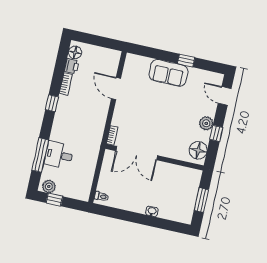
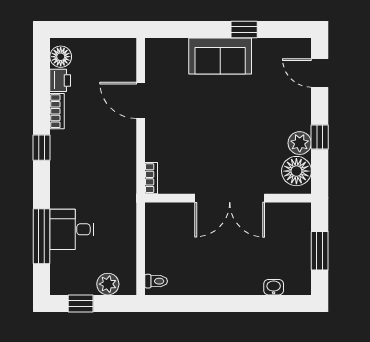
plant: (206, 123) -> (300, 143), moved
double door: (137, 153) -> (230, 198), moved
plant: (49, 186) -> (108, 284), moved
washbasin: (152, 211) -> (274, 287), moved

